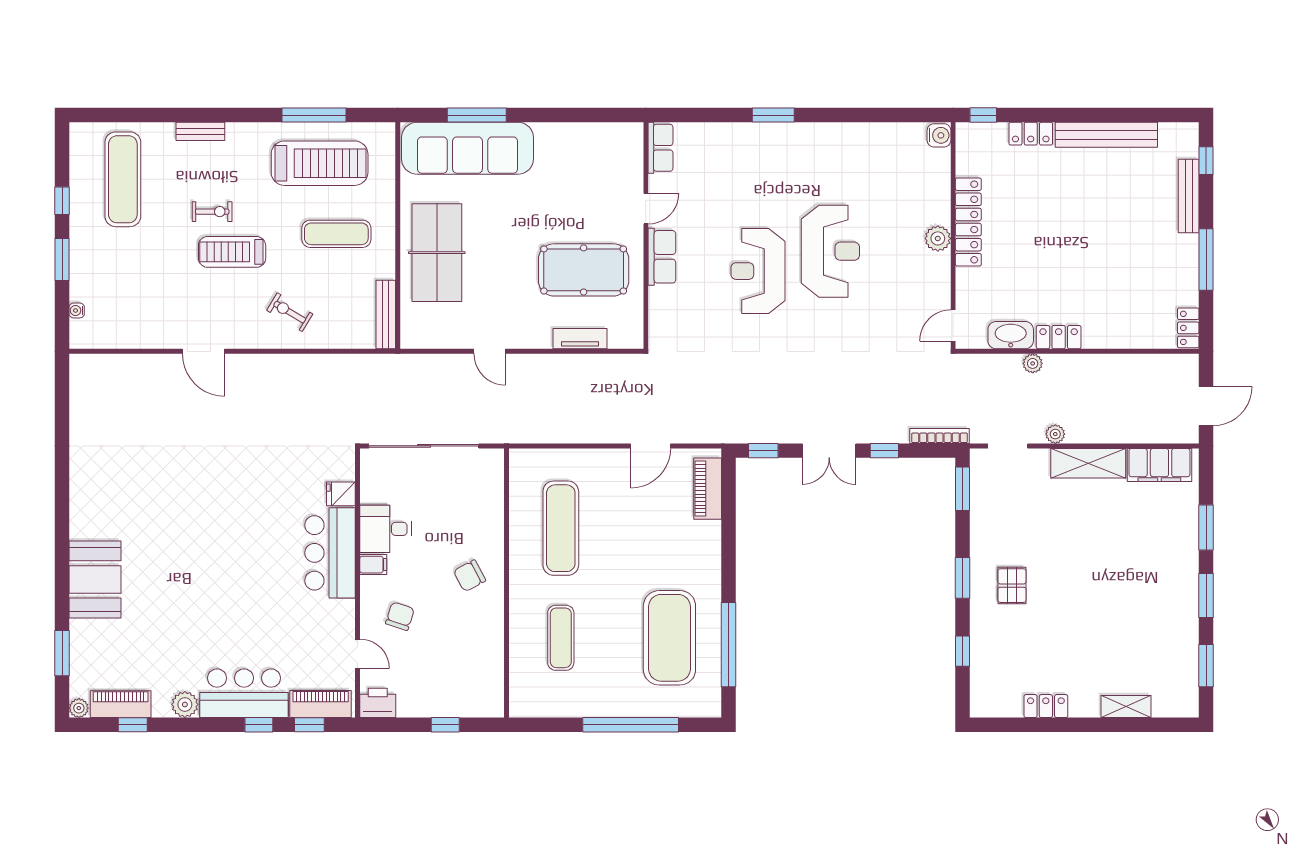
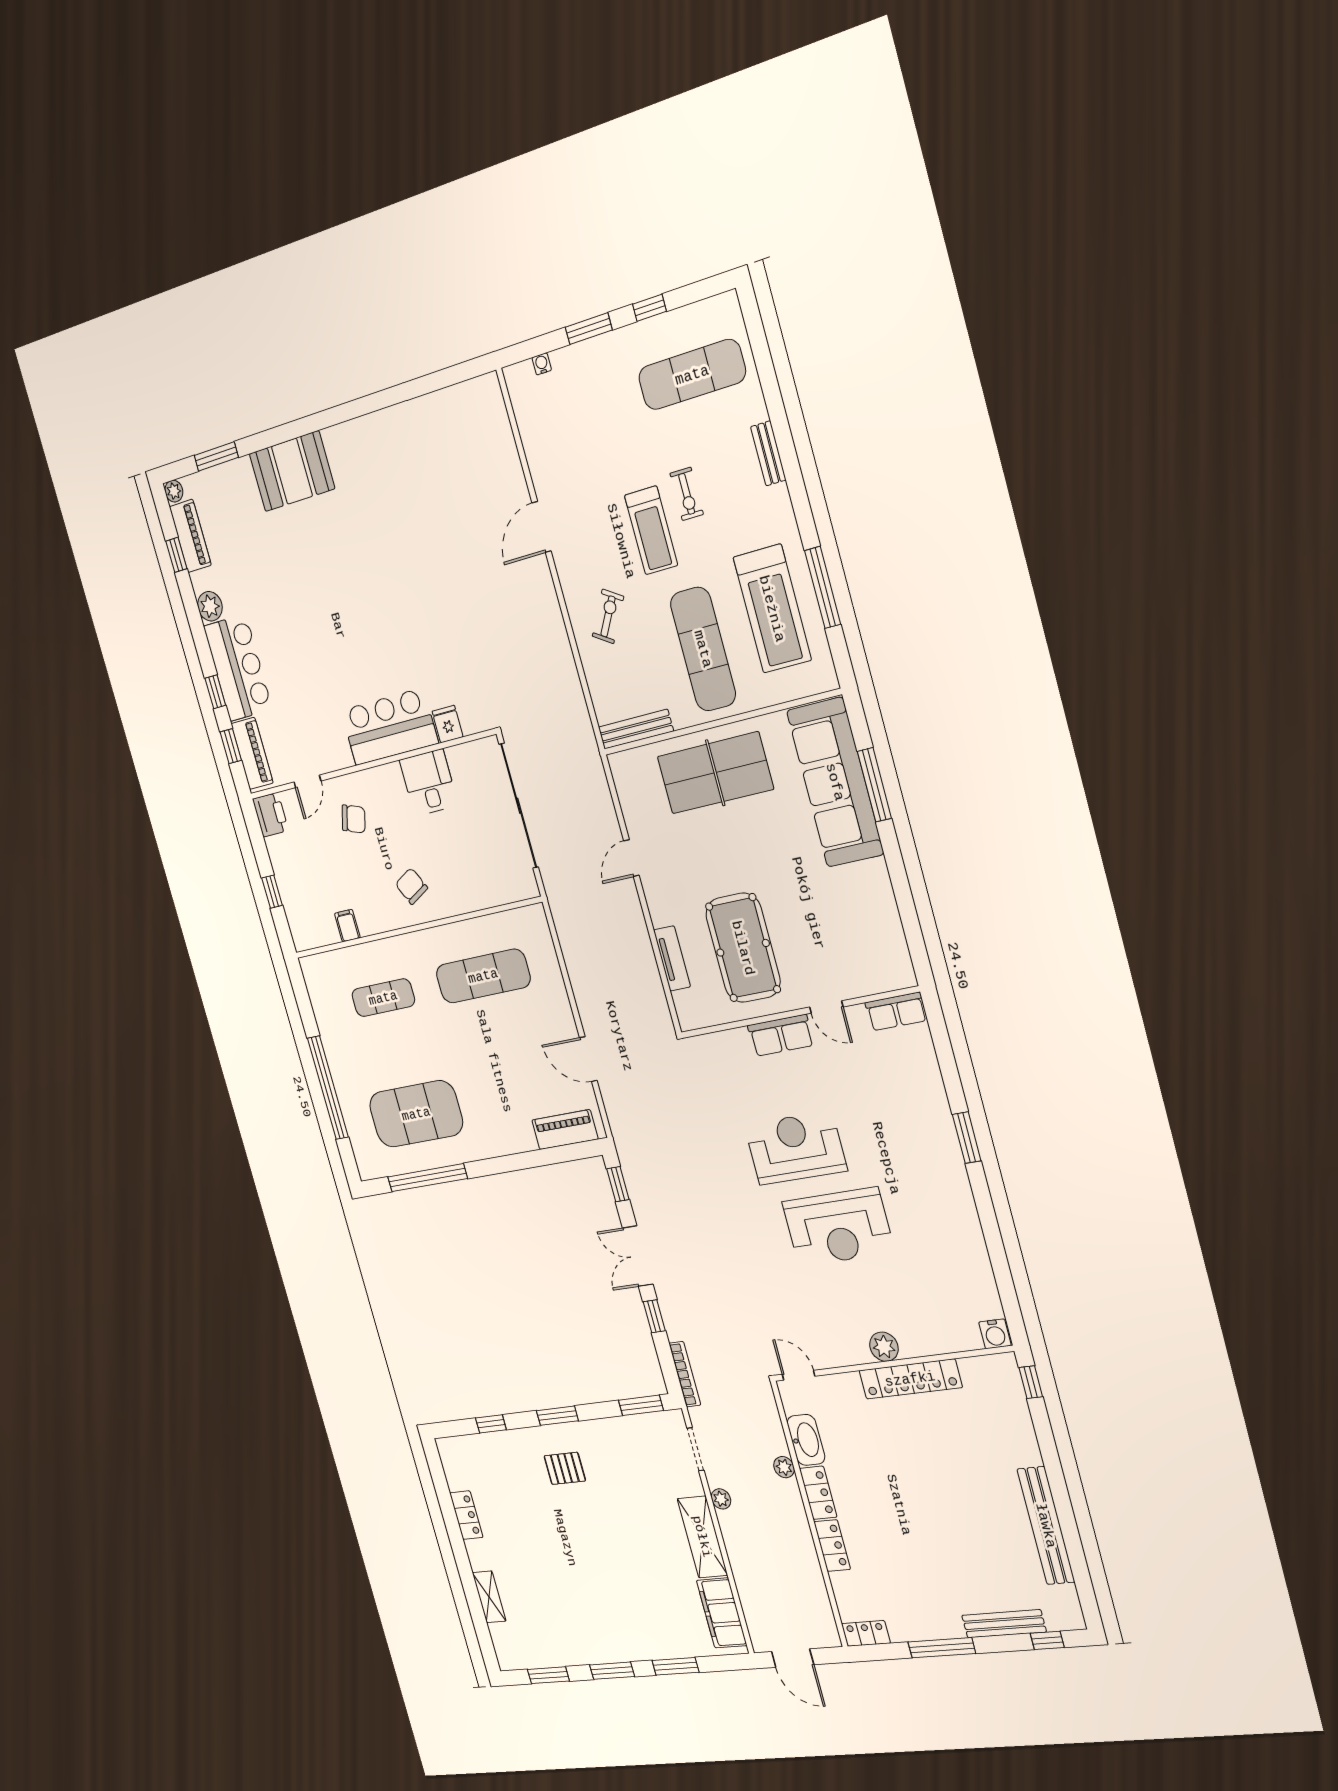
locker: (1031, 134) -> (832, 1546), moved, turned 180
exercise mat: (336, 234) -> (703, 649), width x1.36, depth x1.45
treadmill: (232, 252) -> (651, 530), turned 180
filing cabinet: (373, 565) -> (347, 926), moved, turned 180

